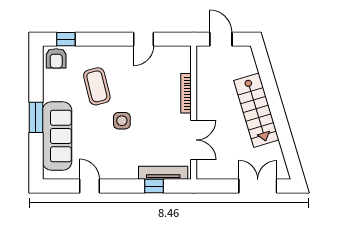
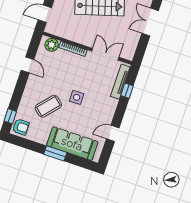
plant: (182, 63) -> (52, 45), added
coffee table: (97, 86) -> (48, 106), turned -35

